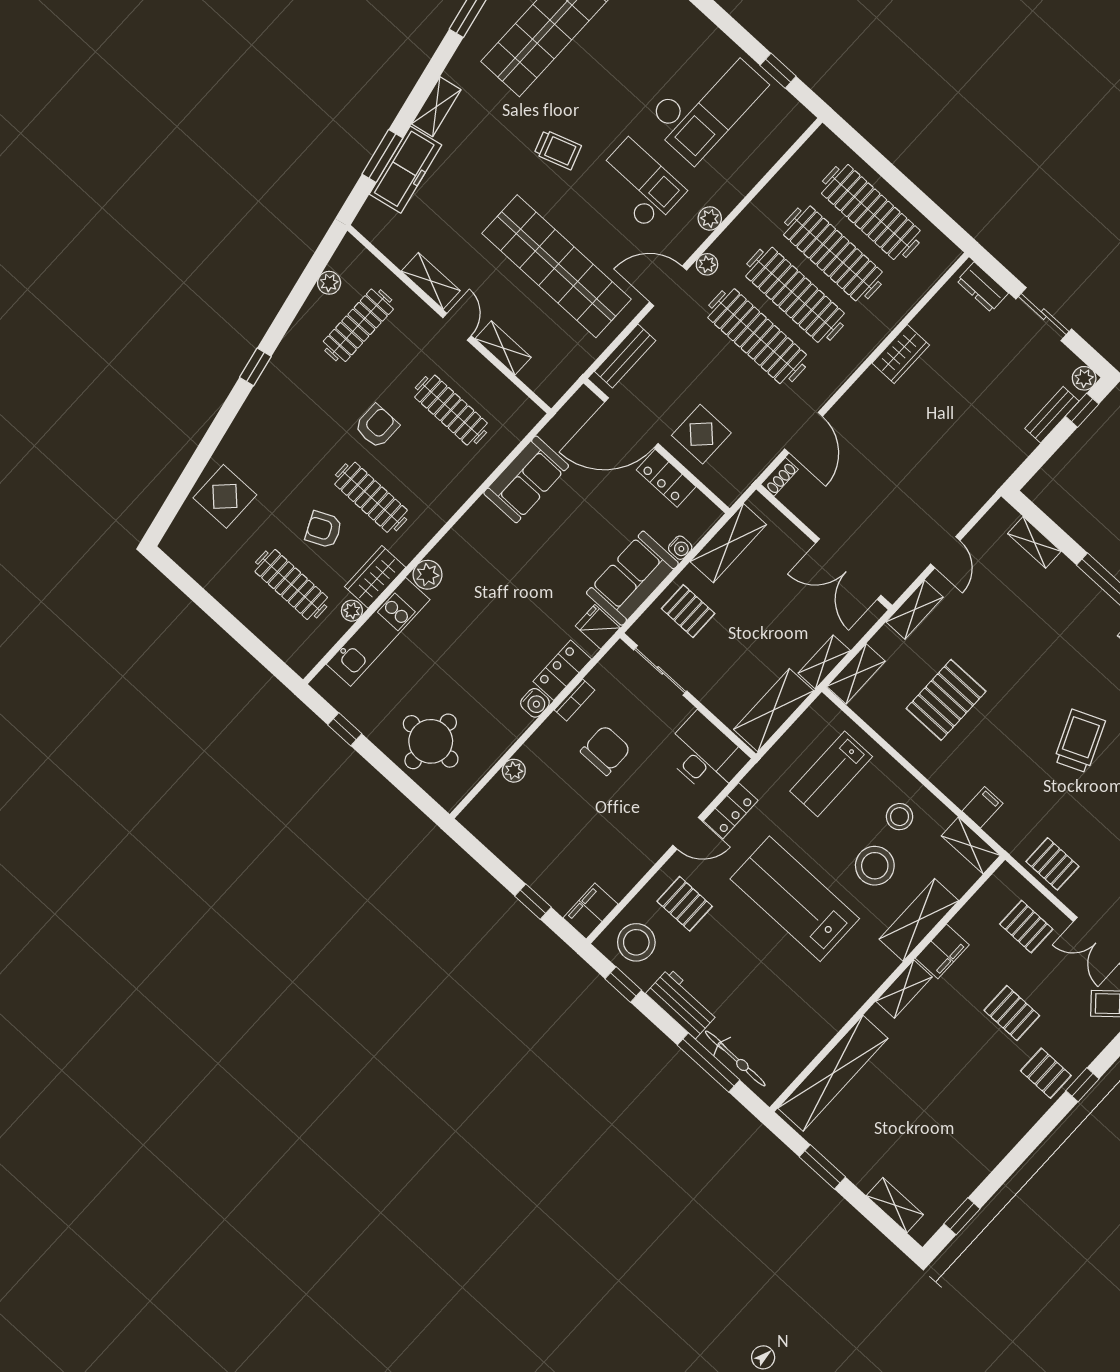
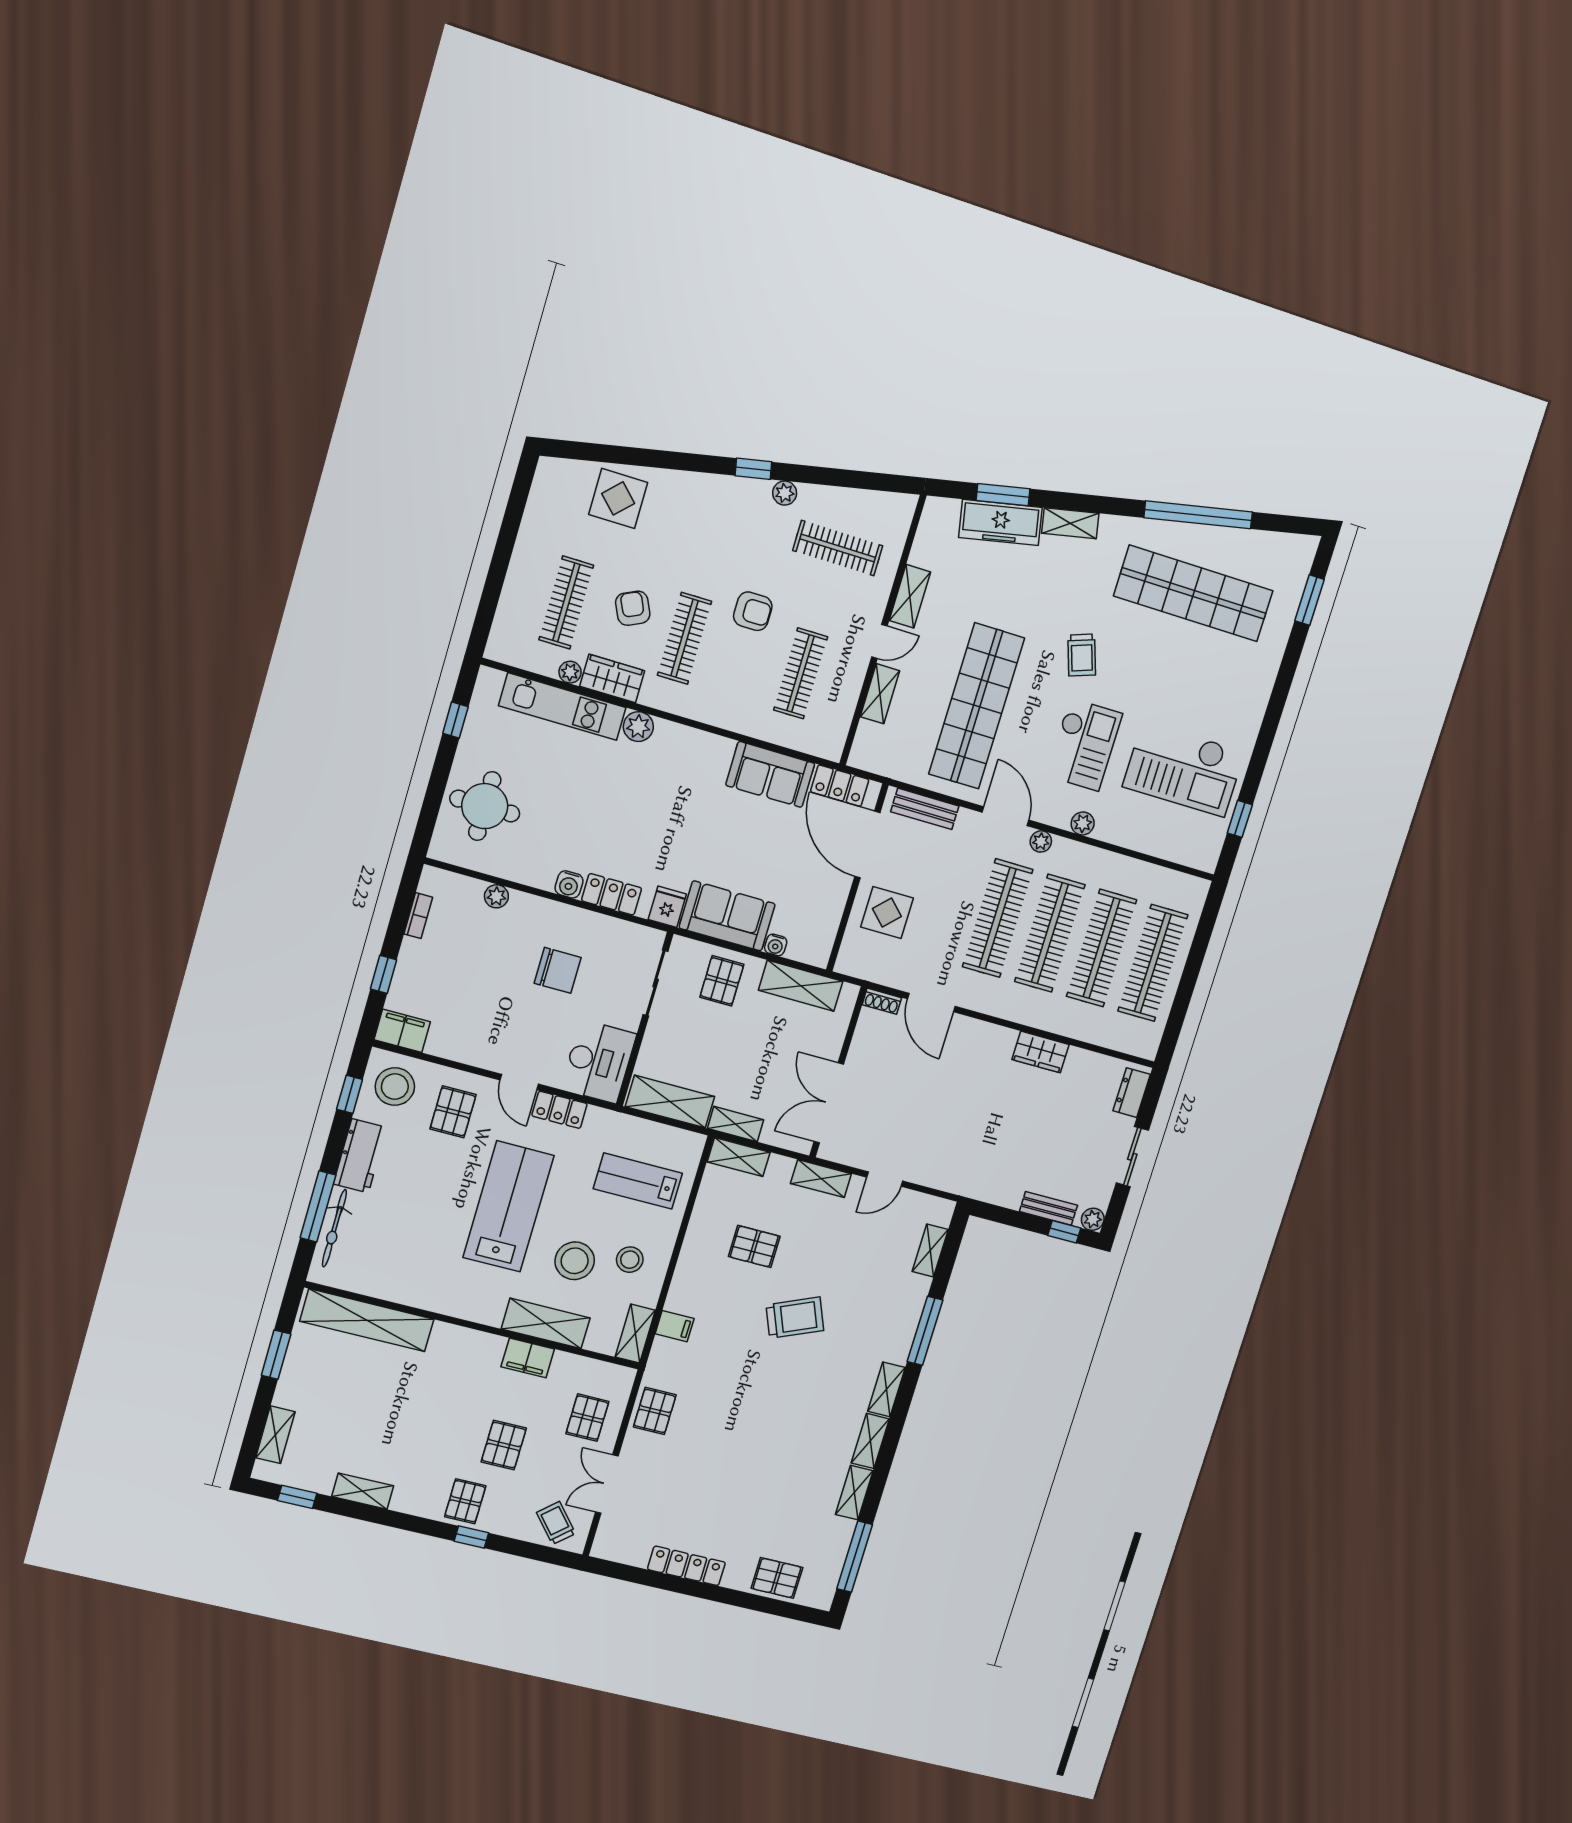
plant: (329, 283) -> (785, 493), moved
door: (804, 433) -> (931, 1002), hinge flipped
locker: (666, 478) -> (840, 786), moved, turned -90
bookcase: (575, 700) -> (418, 916), moved, turned -90
pallet: (946, 700) -> (754, 1246), width x0.67, depth x0.71
trolley: (1080, 741) -> (795, 1318), moved
shelving: (904, 989) -> (363, 1491), moved

